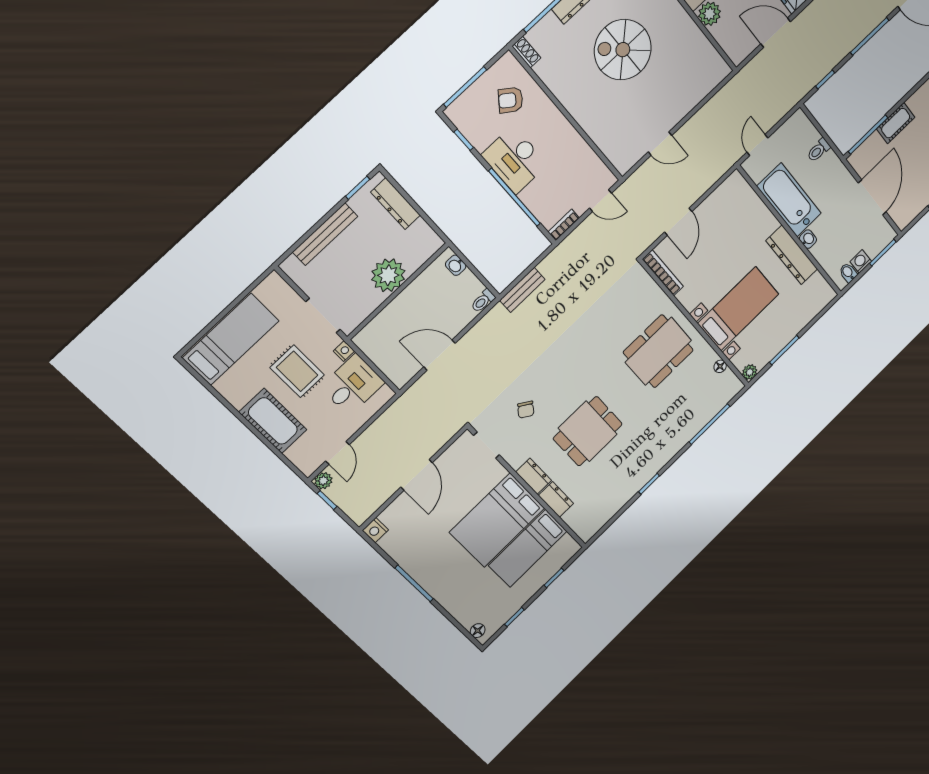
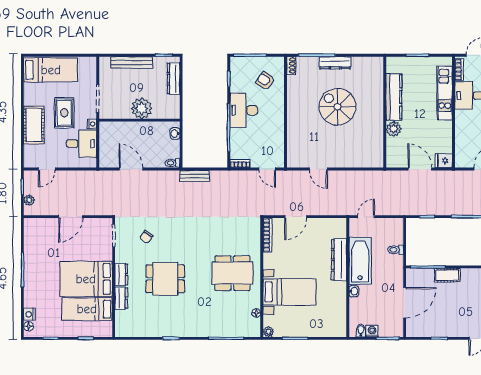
dresser: (792, 255) -> (339, 260), moved
plant: (323, 481) -> (29, 200), moved
nightstand: (375, 530) -> (29, 314), moved

